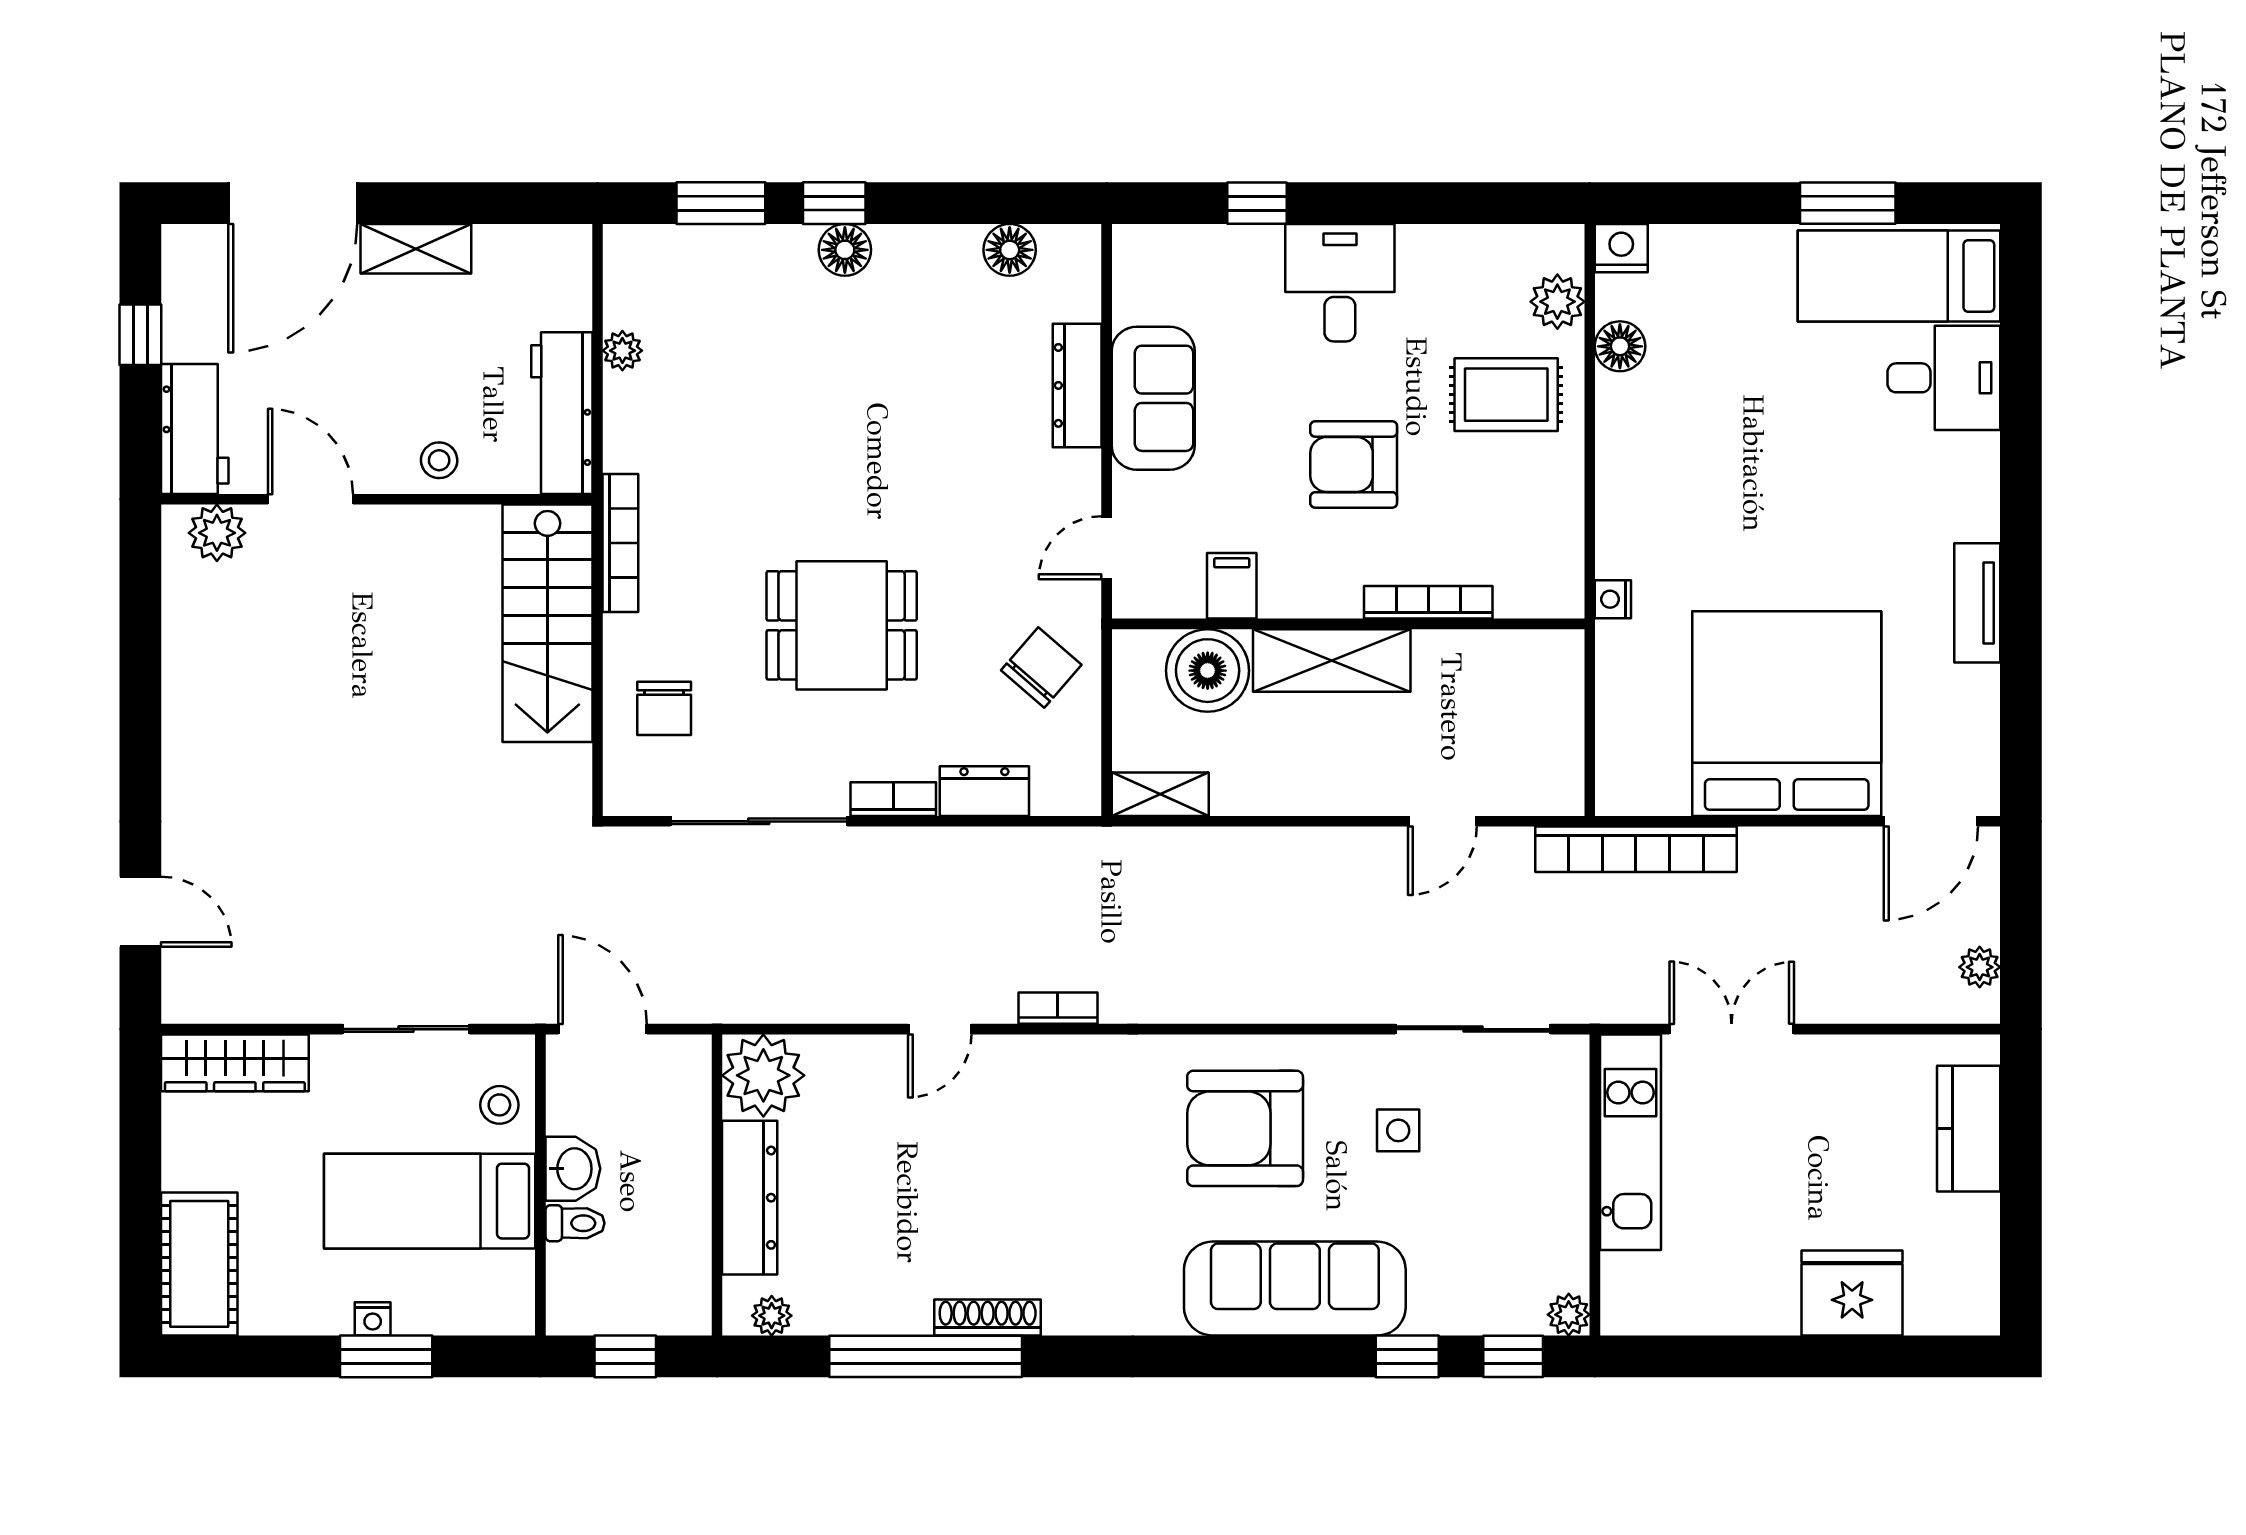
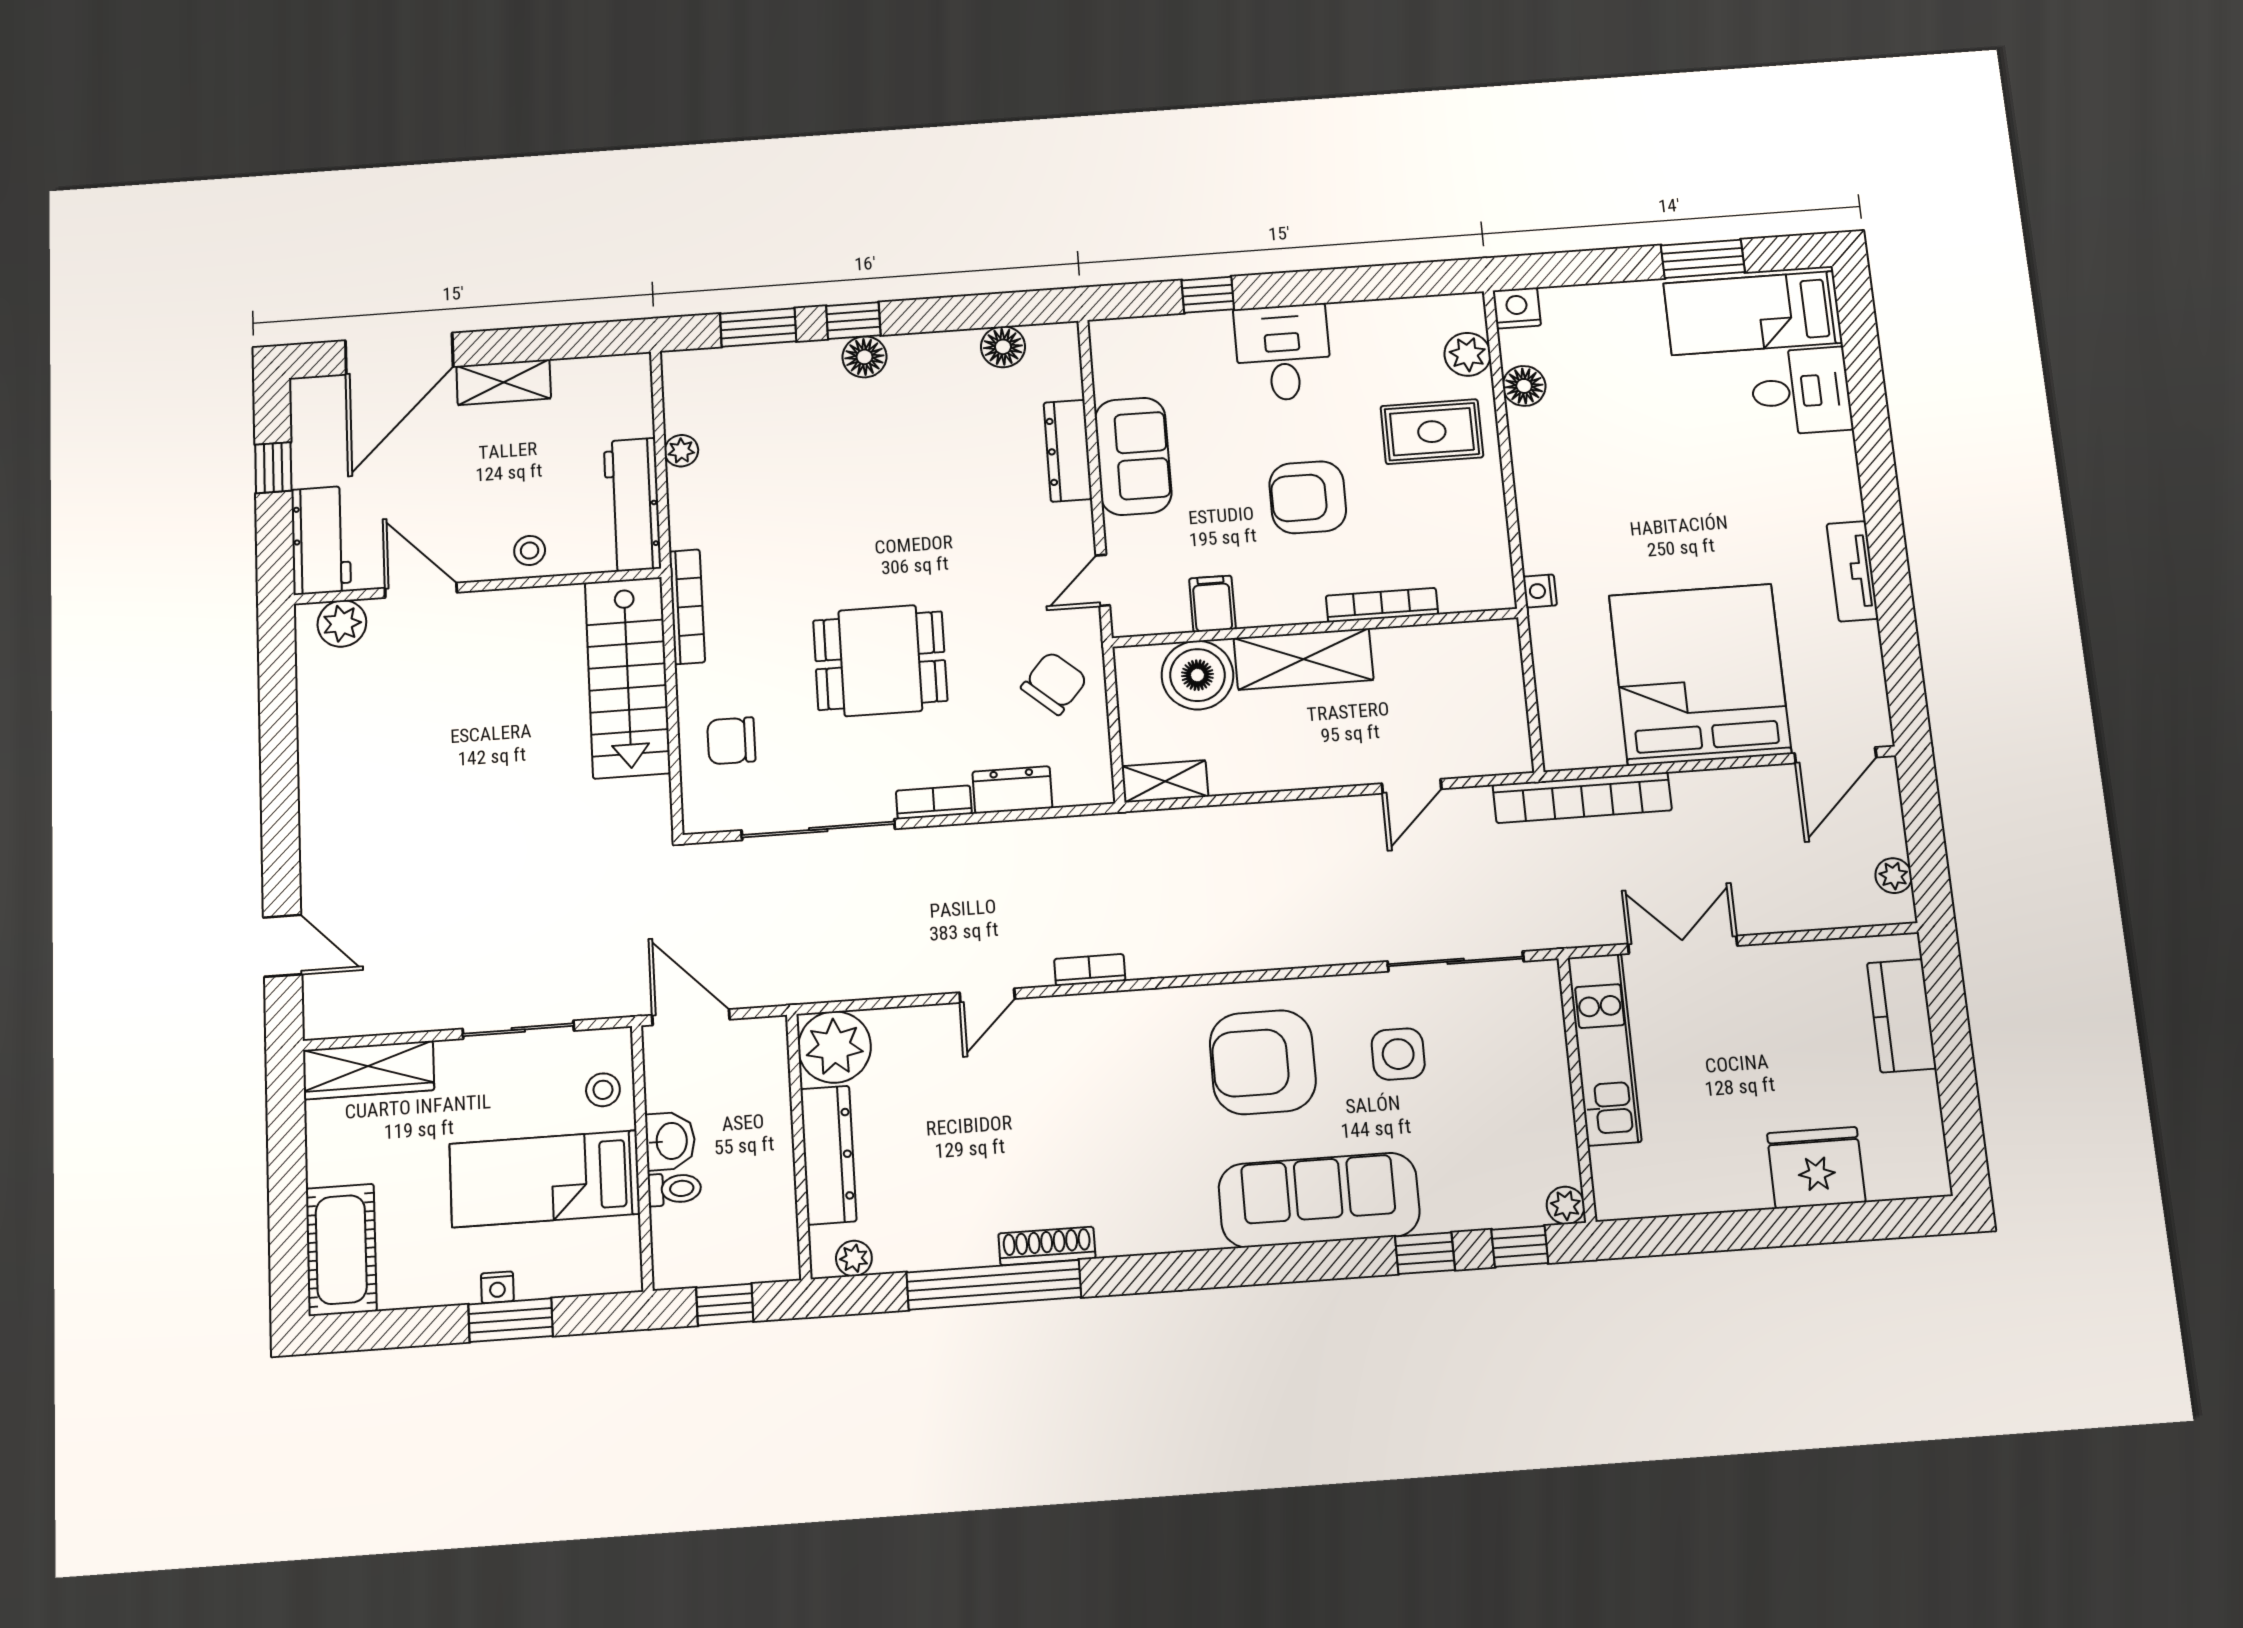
chair: (664, 708) -> (731, 741), turned 90
side table: (1398, 1130) -> (1398, 1054), width x1.37, depth x1.37

